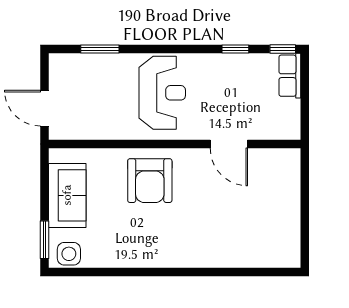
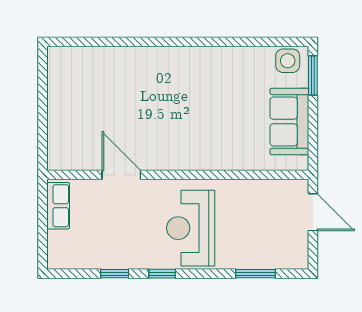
window: (283, 49) -> (162, 274), moved
row of seats: (290, 76) -> (58, 206), moved
armchair: (150, 181) -> (204, 137), removed

